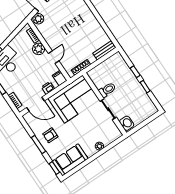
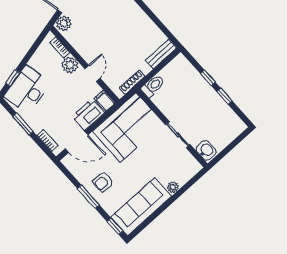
printer: (48, 88) -> (88, 115), width x1.87, depth x1.48
toilet: (107, 90) -> (153, 86), moved
sofa: (70, 160) -> (141, 207), width x1.36

